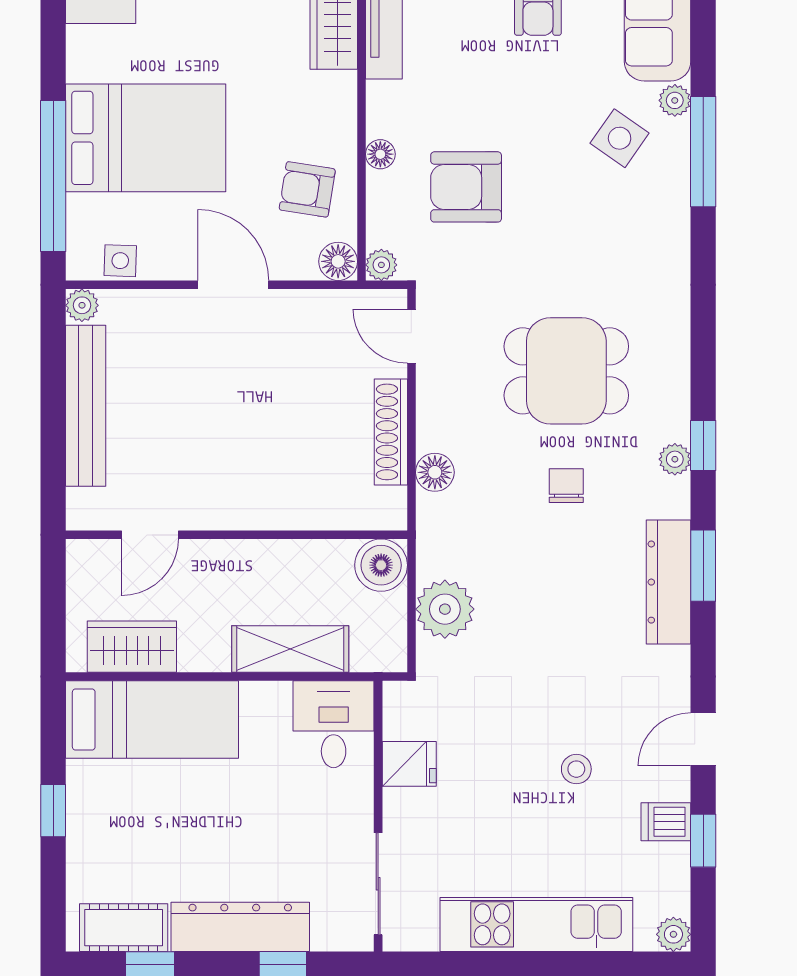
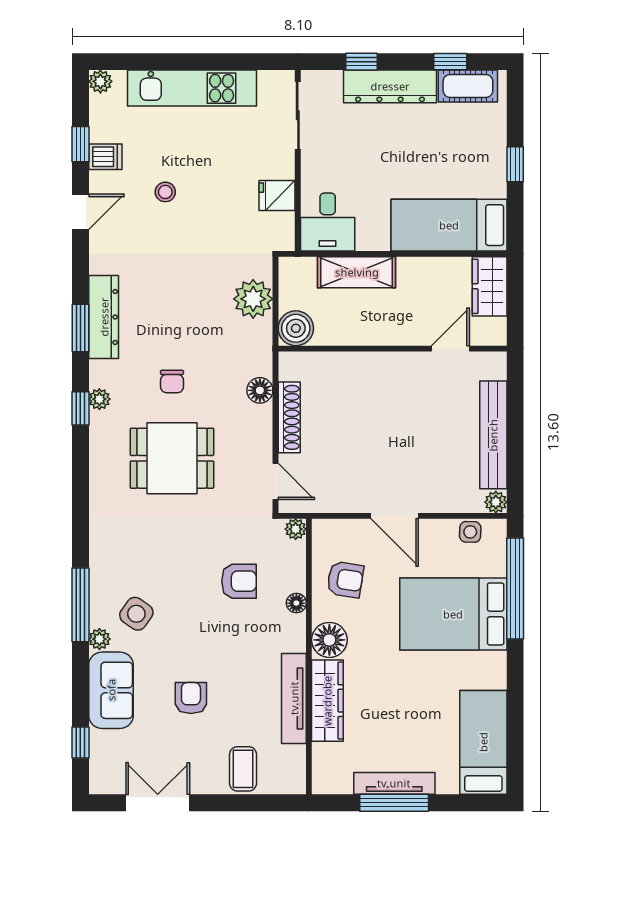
armchair: (466, 187) -> (239, 581), width x0.72, depth x0.72
floor lamp: (338, 261) -> (329, 640), moved, width x1.38, depth x1.38
wardrobe: (132, 647) -> (490, 286), moved, turned 90

